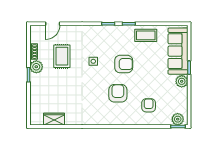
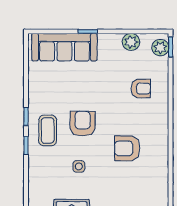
coffee table: (146, 35) -> (48, 130), moved
plant: (182, 81) -> (131, 42), moved
armchair: (118, 93) -> (127, 148), moved
armchair: (149, 105) -> (141, 89), turned 180

